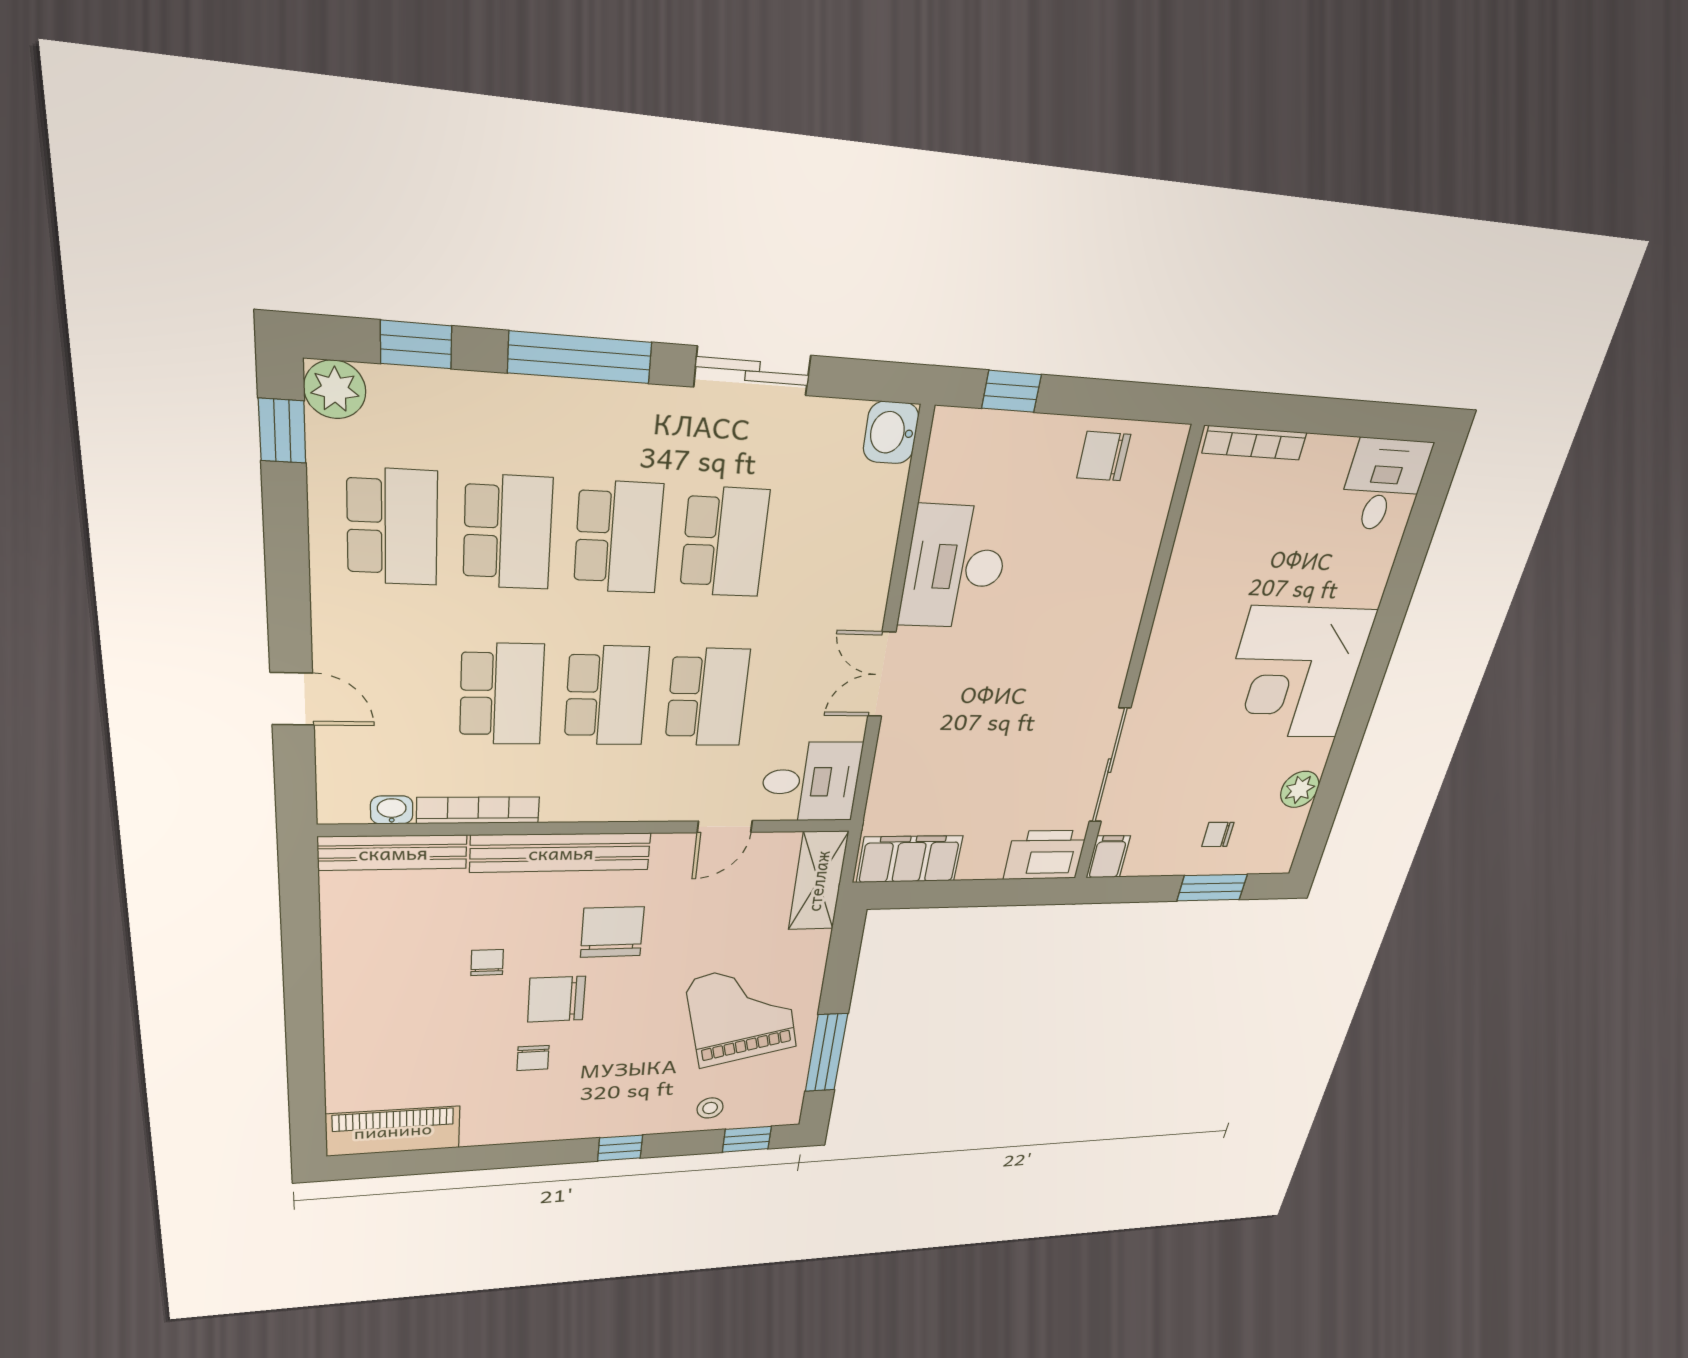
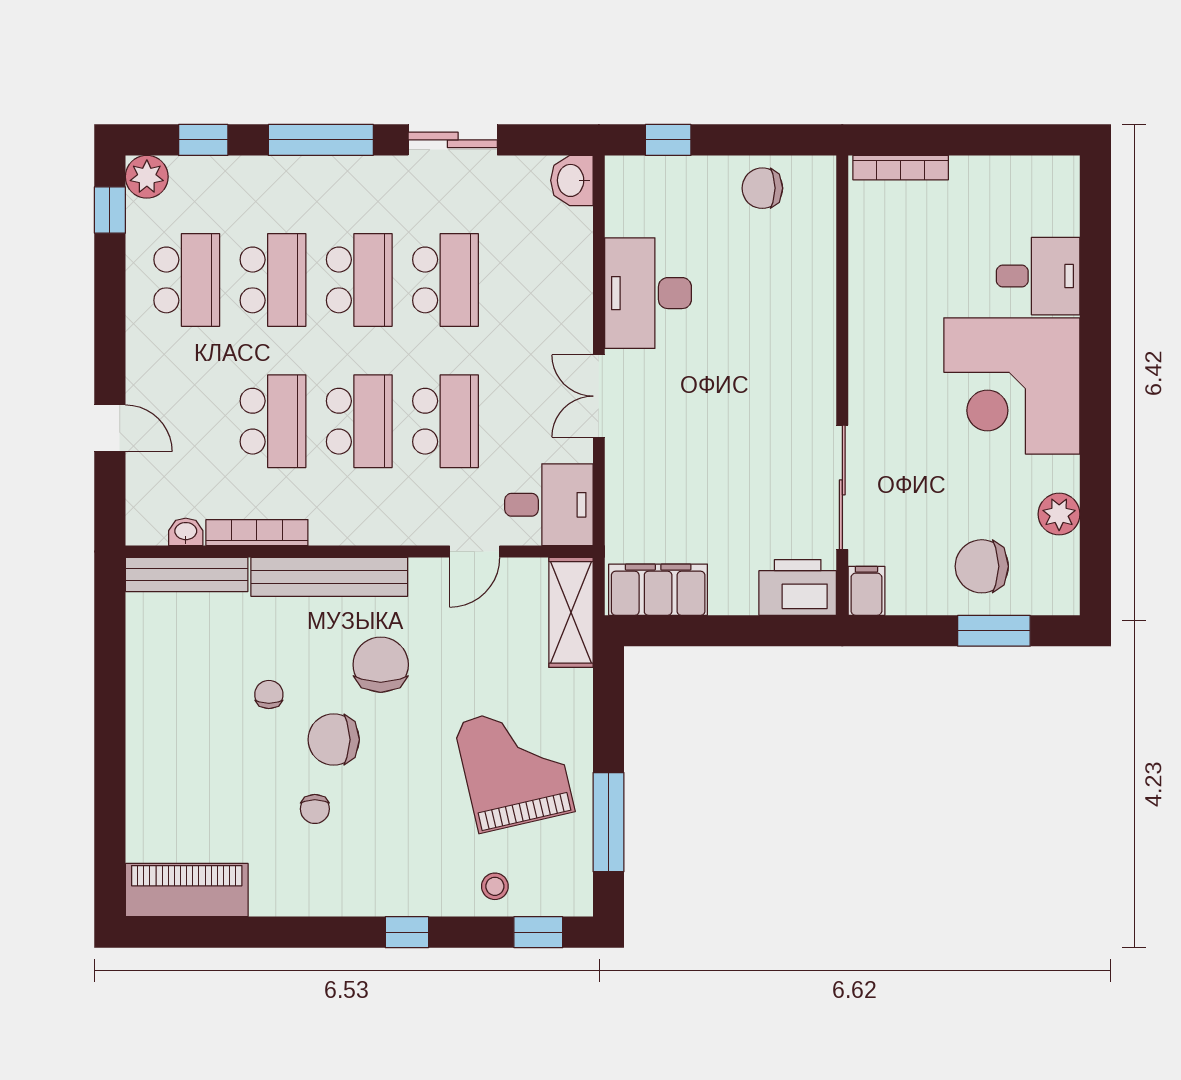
desk: (1383, 485) -> (1038, 276), moved, turned 90
chair: (1218, 834) -> (982, 566), width x1.87, depth x1.87

